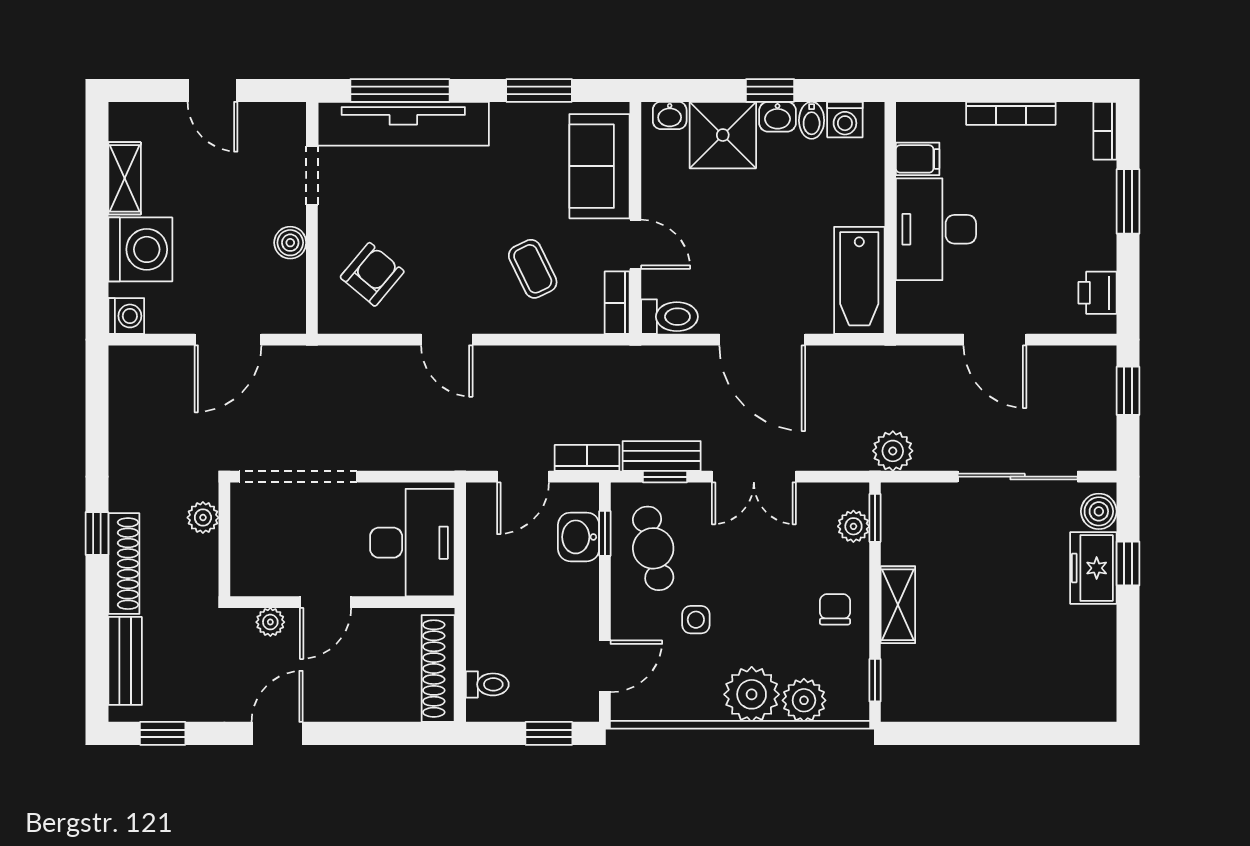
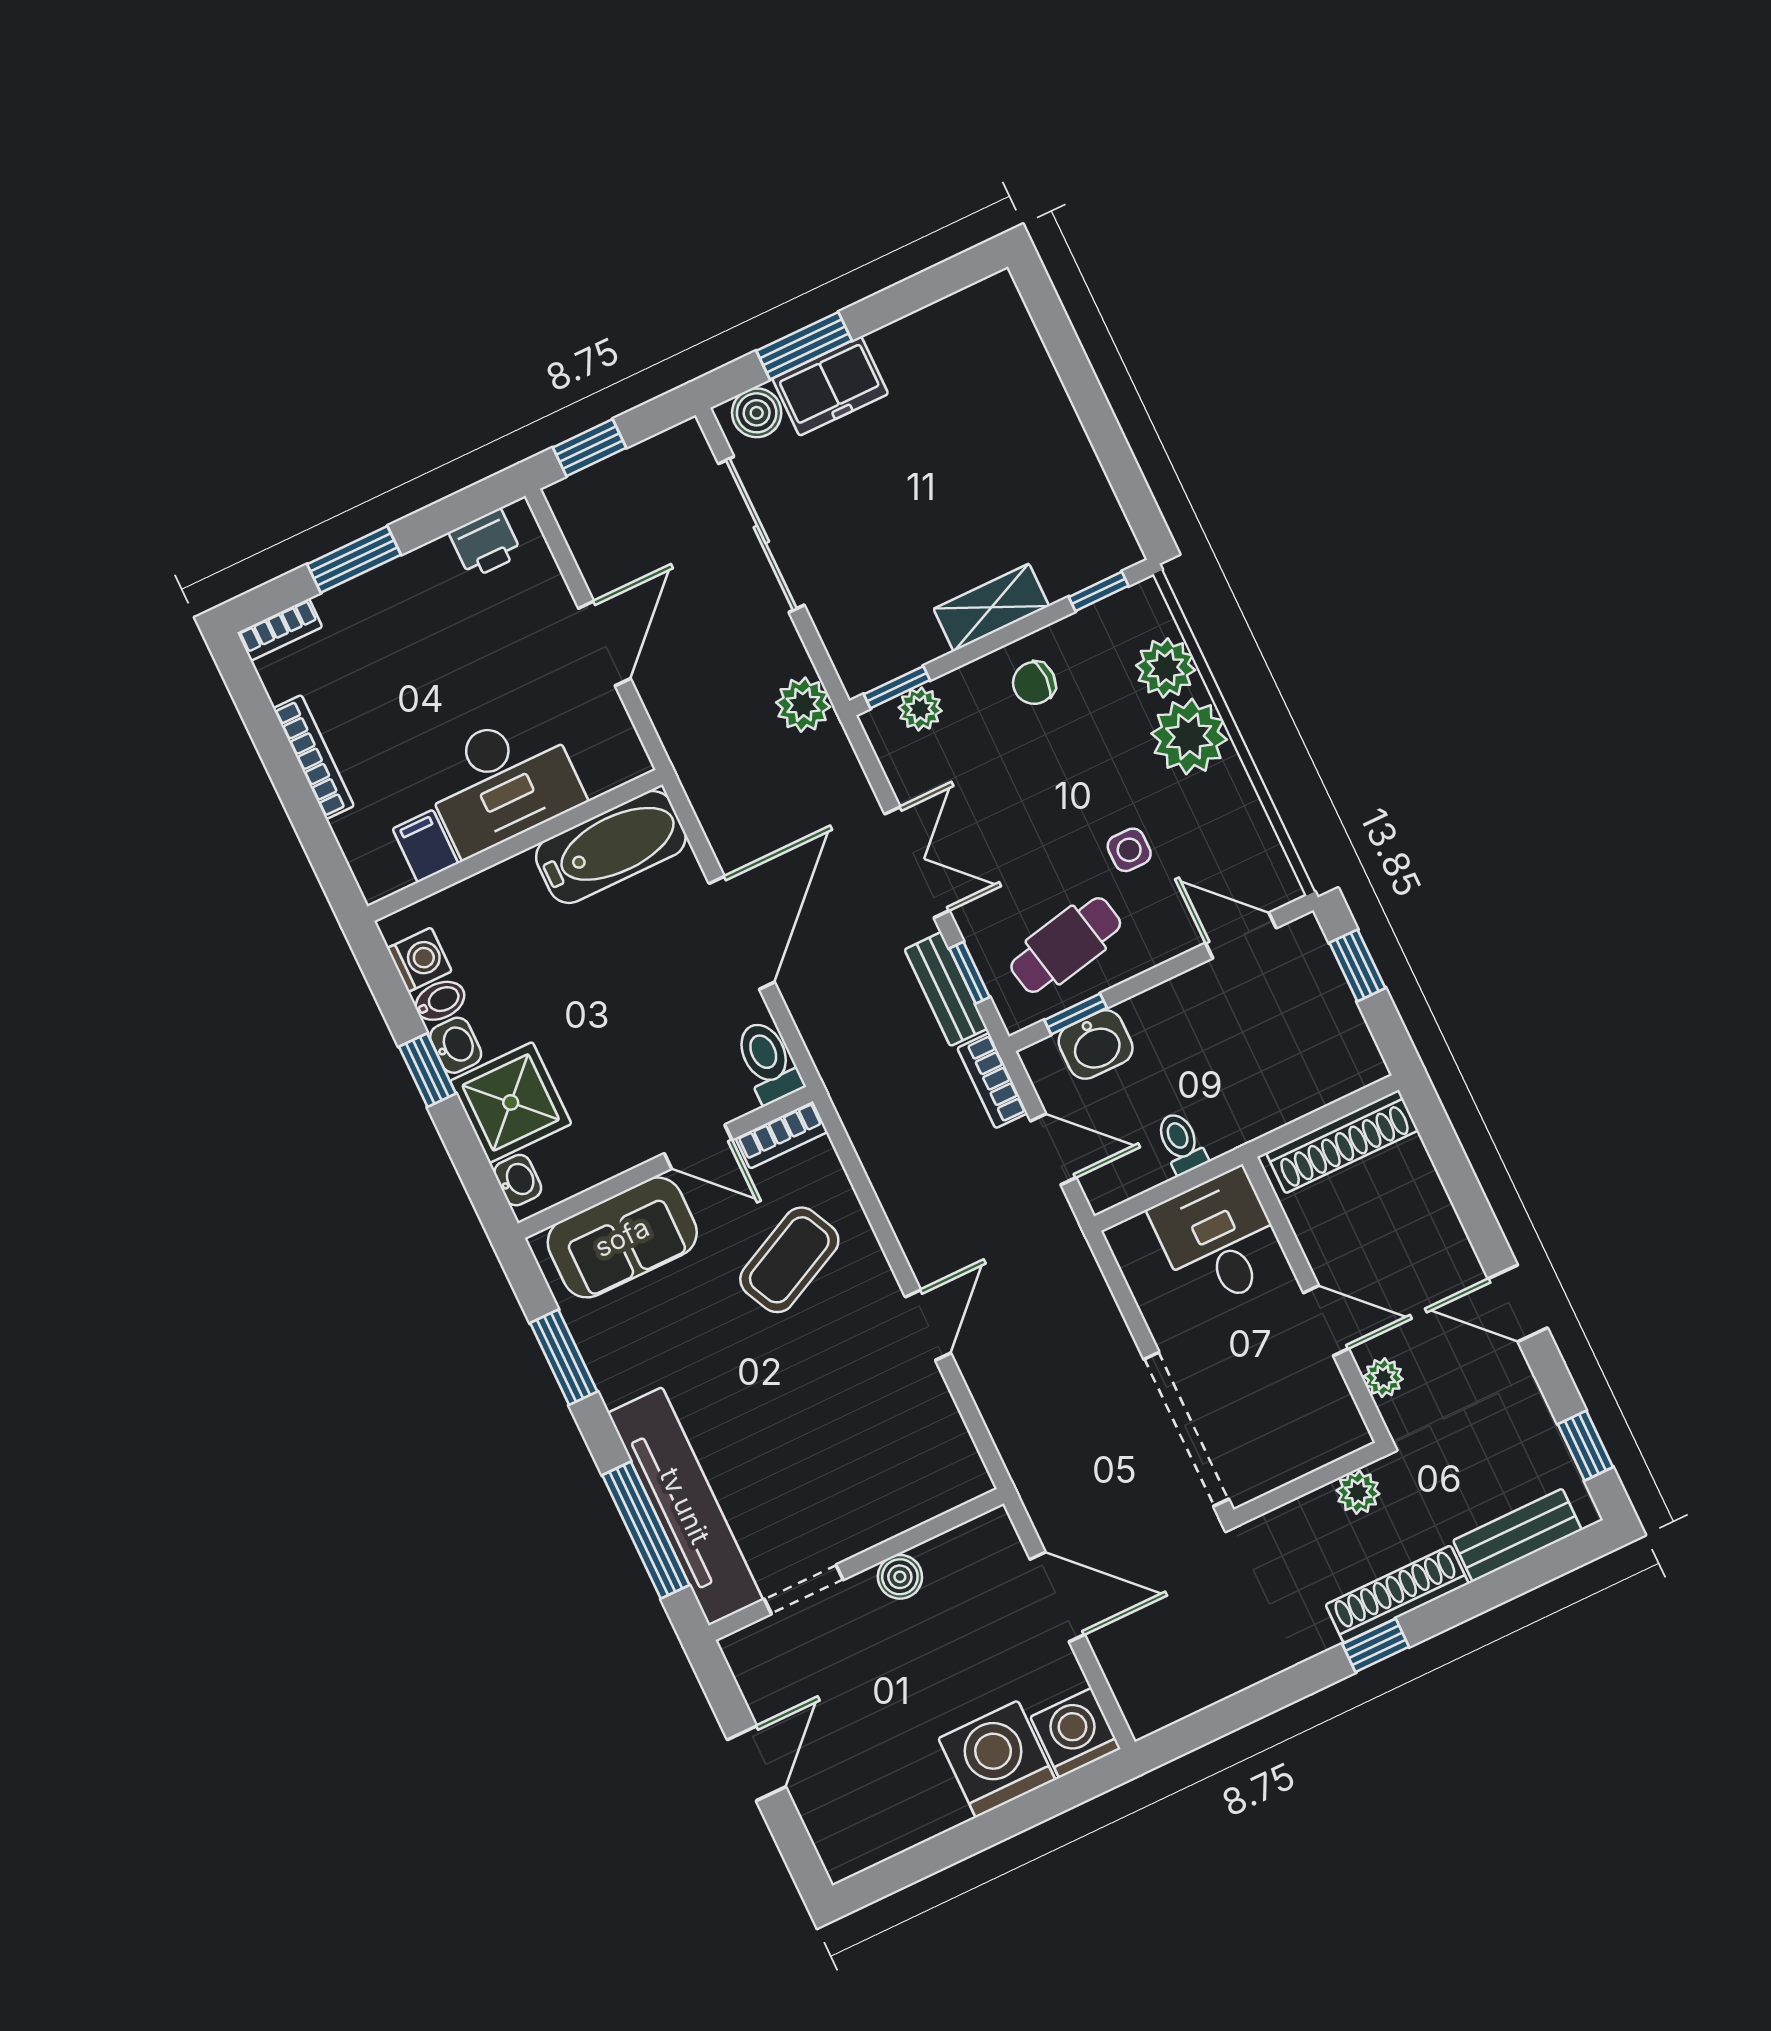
shelving: (125, 178) -> (918, 1821), removed
door: (635, 244) -> (698, 1147), swing flipped
coffee table: (533, 269) -> (789, 1260), width x1.36, depth x1.30
armchair: (372, 274) -> (891, 1456), removed
washing machine: (126, 316) -> (1075, 1733), width x1.38, depth x1.38
plant: (203, 518) -> (1358, 1492), moved
desk: (412, 543) -> (1219, 1239), width x0.73
window: (1128, 564) -> (804, 346), width x1.50
toilet: (487, 684) -> (1181, 1143), moved

